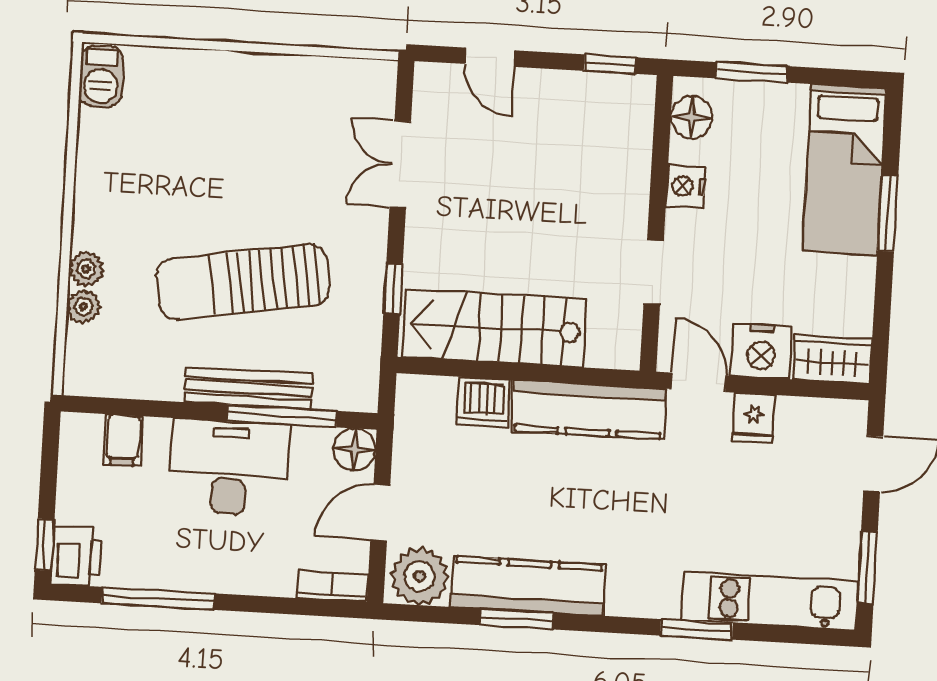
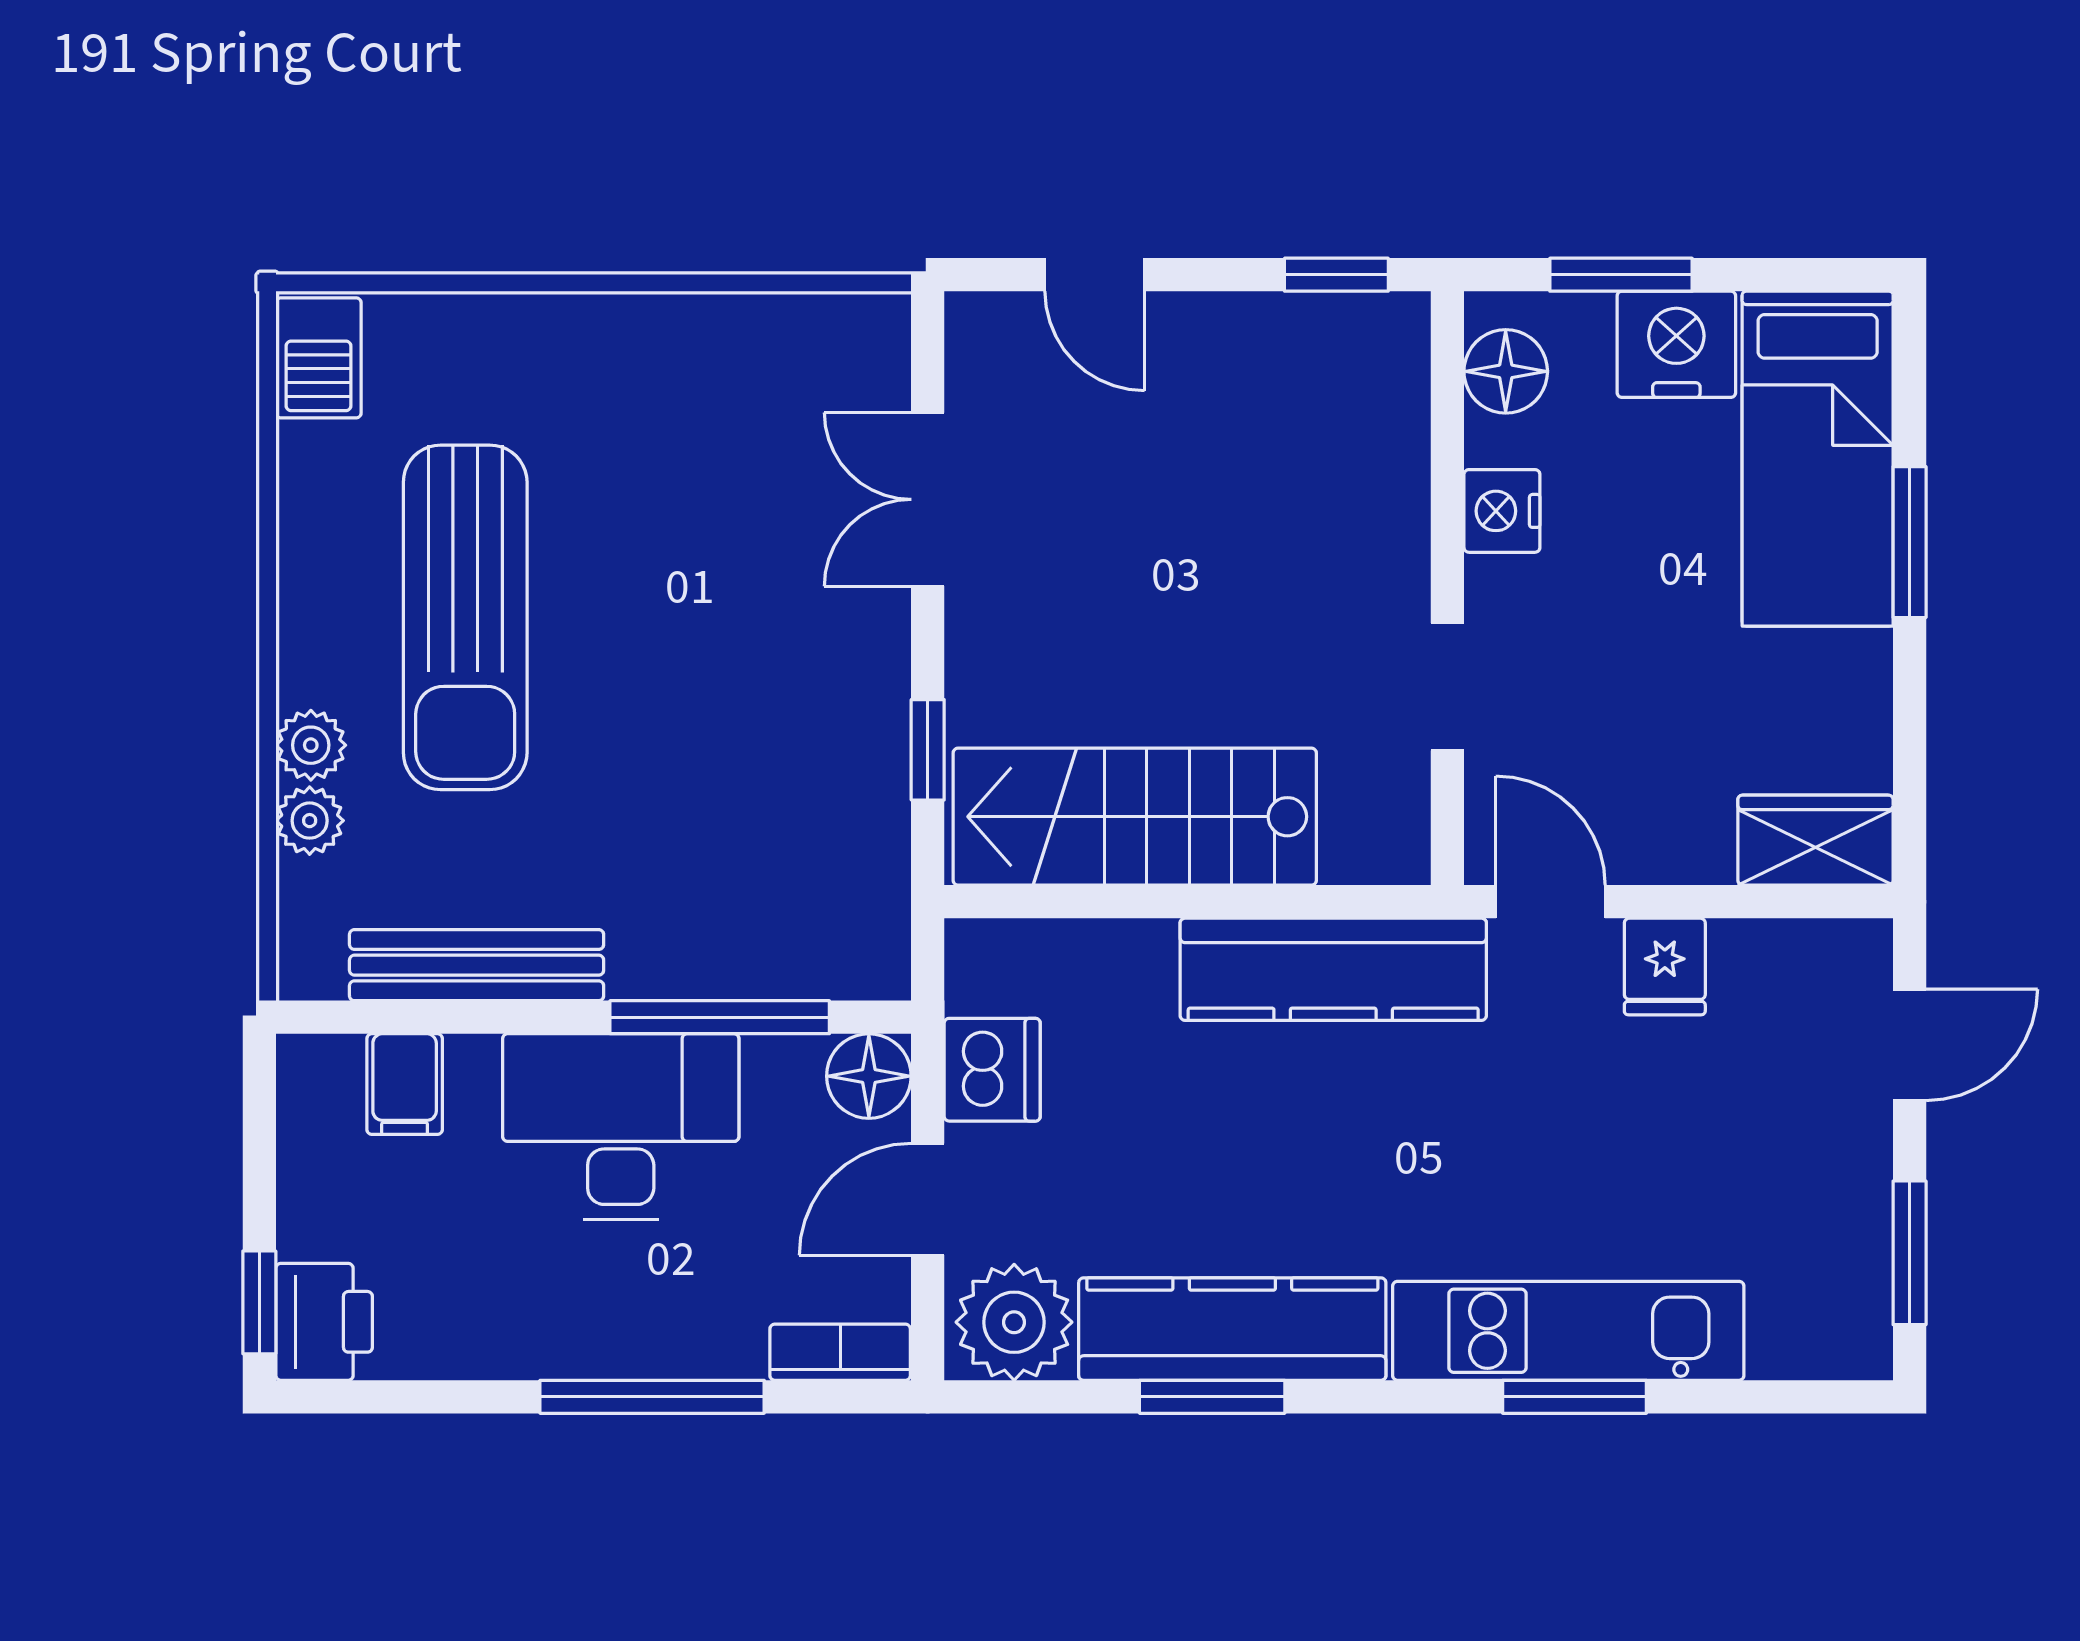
sun lounger: (243, 282) -> (465, 617), moved, turned -81
nightstand: (761, 351) -> (1676, 344), moved, turned 180
bench: (248, 388) -> (477, 965), moved
dishwasher: (484, 402) -> (992, 1070), moved, turned -90
window: (158, 598) -> (652, 1397), moved
kitchen unit: (769, 601) -> (1568, 1331), moved

